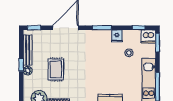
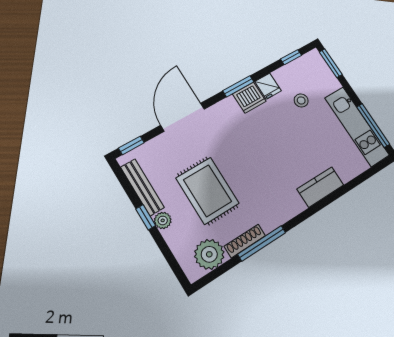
dishwasher: (148, 36) -> (249, 98), moved
rug: (56, 69) -> (208, 191), width x1.36, depth x1.43

